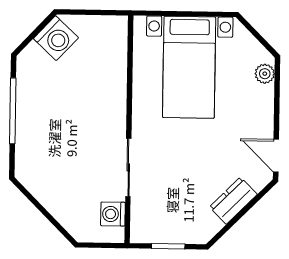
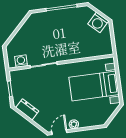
plant: (265, 74) -> (74, 124), moved
dresser: (233, 201) -> (27, 109), moved

